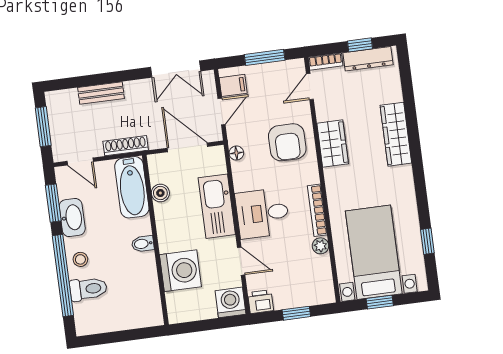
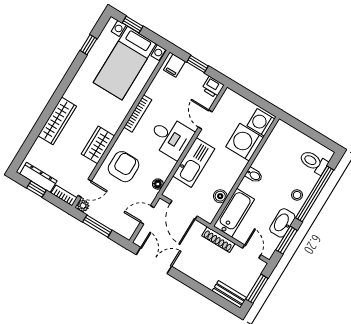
filing cabinet: (233, 85) -> (174, 66), moved, turned -90
bench: (101, 93) -> (229, 294), moved
plant: (320, 246) -> (83, 206), moved
toilet: (88, 289) -> (314, 162), moved
washing machine: (230, 302) -> (261, 122), moved, turned 90
window: (380, 302) -> (133, 25), moved

